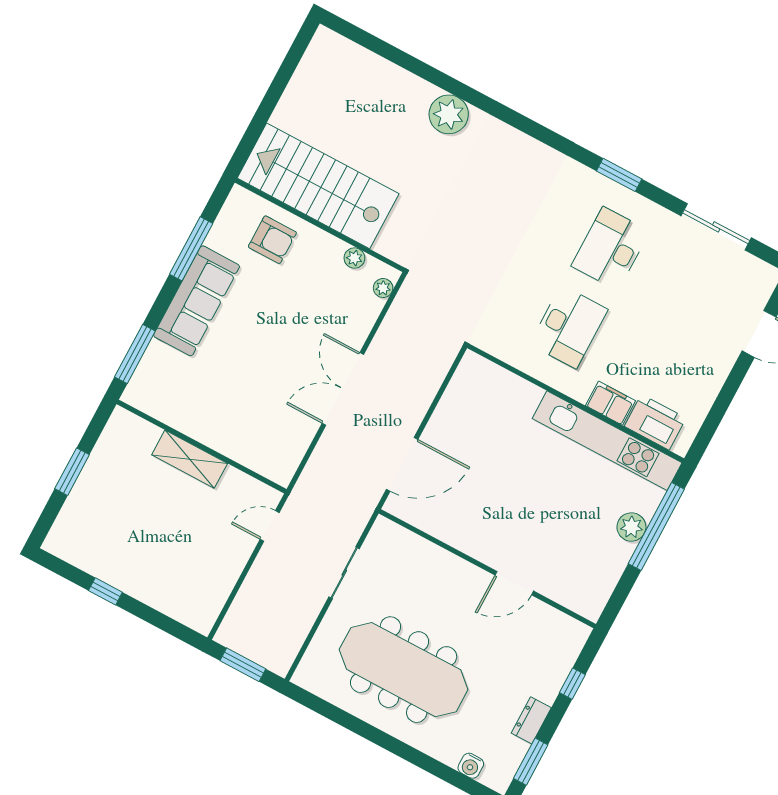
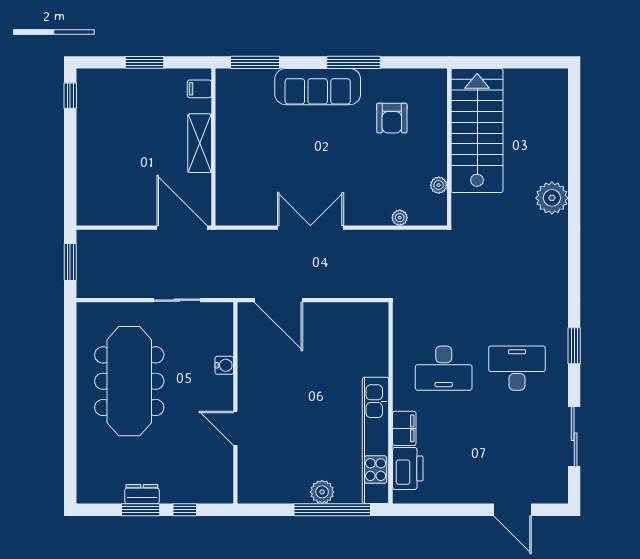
stairs: (318, 186) -> (477, 131), moved
wall: (320, 225) -> (449, 147), moved
plant: (354, 258) -> (439, 185), moved
filing cabinet: (132, 428) -> (199, 89), added
door: (270, 526) -> (182, 228), width x1.88
window: (105, 591) -> (70, 96), moved
window: (531, 762) -> (141, 510), moved
water cooler: (471, 766) -> (224, 365), moved, turned 180

